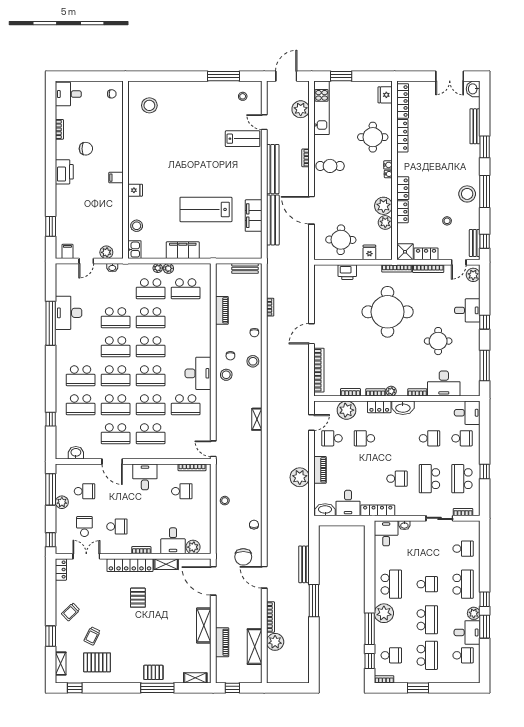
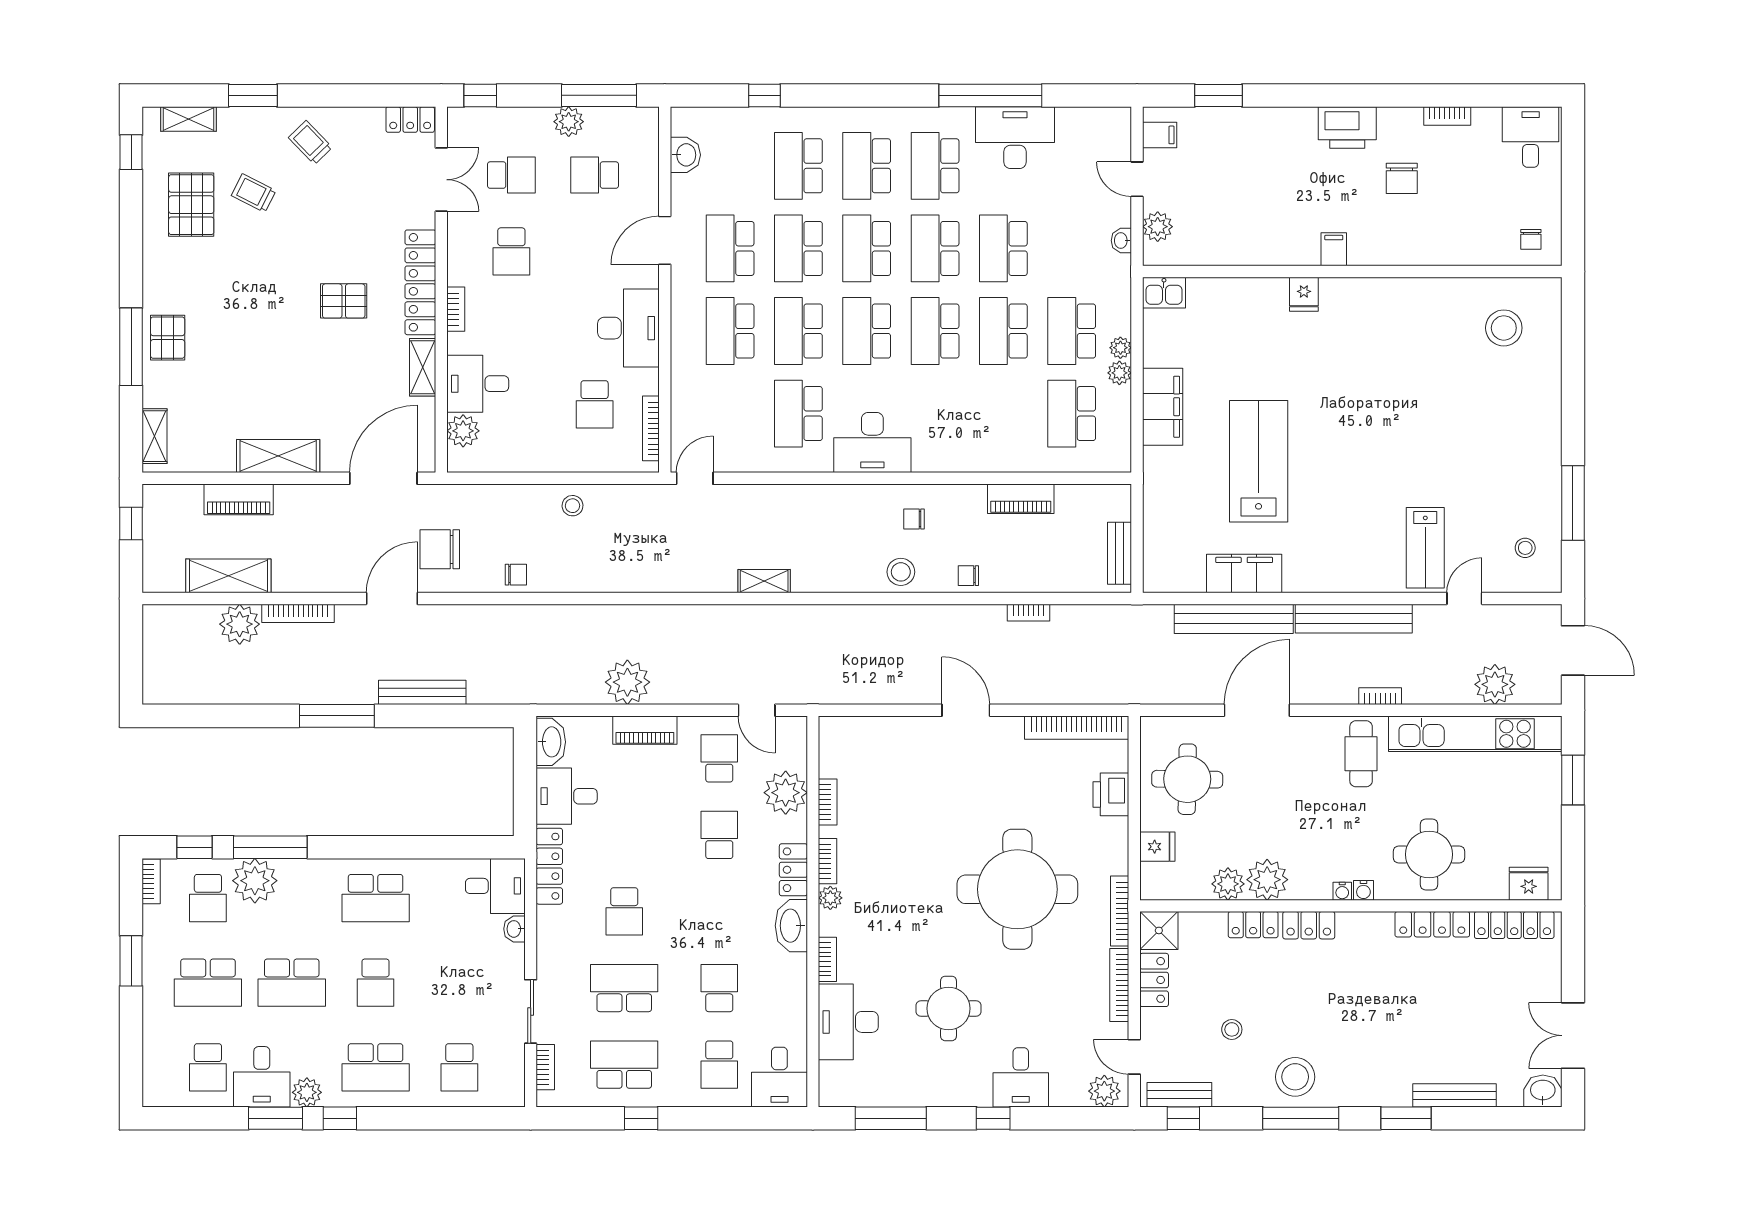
kitchen unit: (322, 108) -> (1475, 734), width x1.36
stool: (137, 226) -> (1220, 298), removed
school desk: (81, 347) -> (935, 166), added
bookcase: (319, 370) -> (1077, 728), moved
stool: (226, 375) -> (869, 509), removed
school desk: (429, 438) -> (719, 988), turned 180
desk: (145, 477) -> (628, 328), width x1.37
school desk: (84, 491) -> (595, 175), turned 90
plant: (384, 613) -> (255, 881), moved

